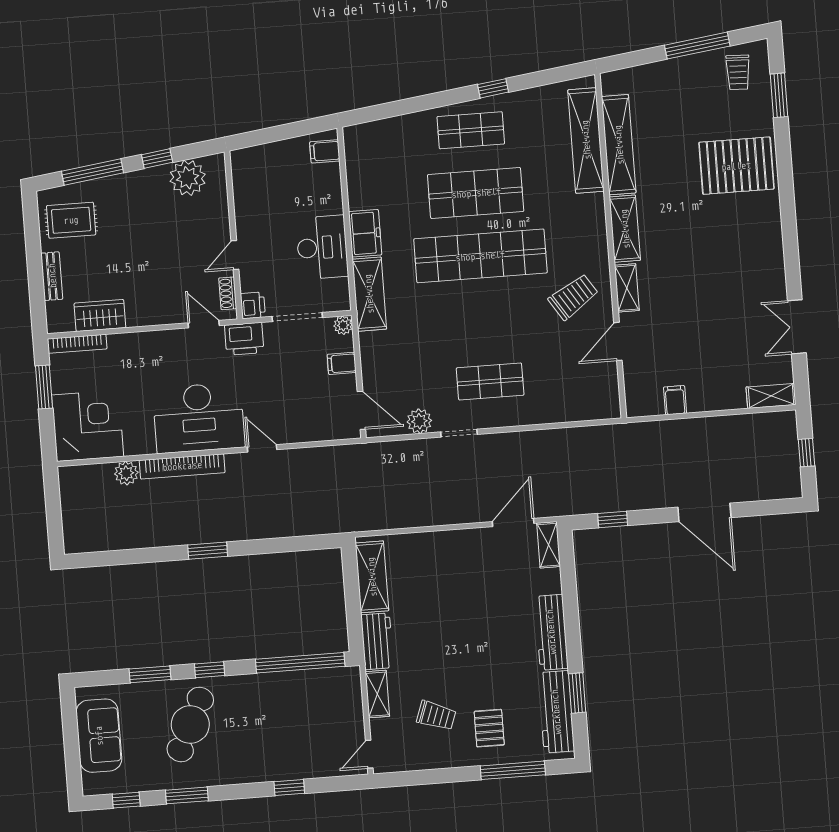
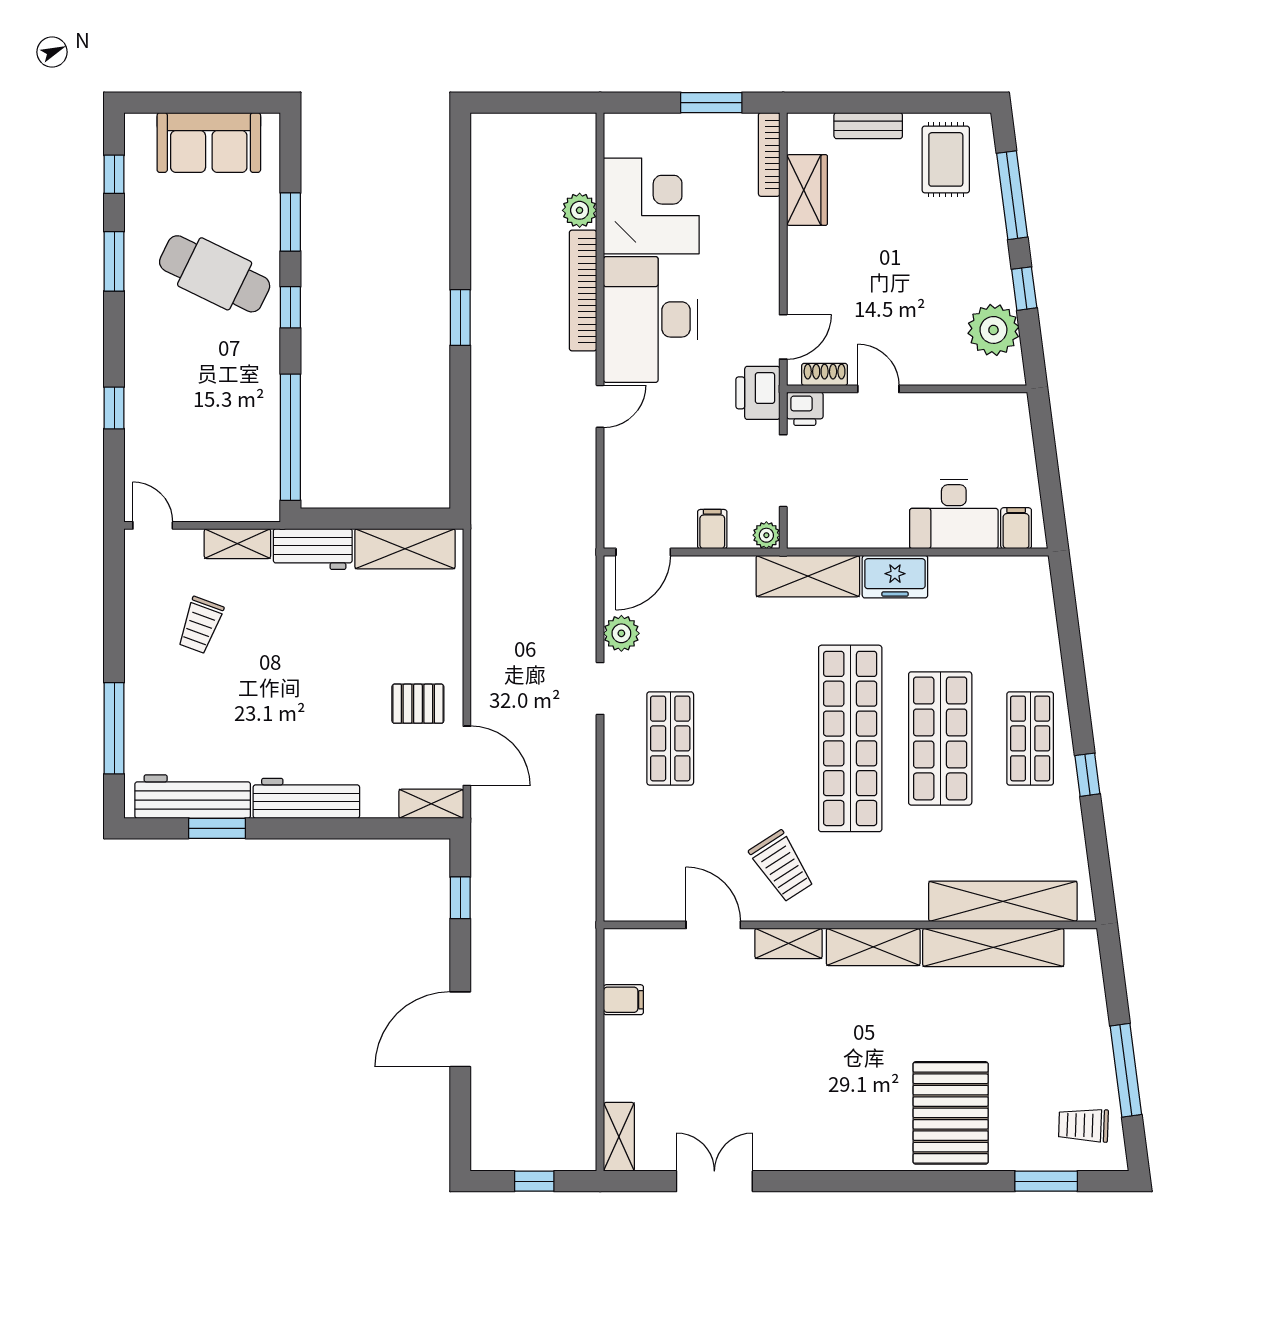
desk: (322, 247) -> (954, 514), moved
corner desk: (88, 426) -> (651, 206), moved, turned -90
pallet: (489, 728) -> (418, 704), moved

